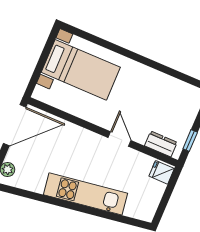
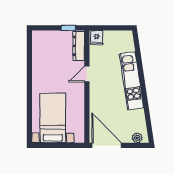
dresser: (161, 144) -> (79, 46), width x1.44

